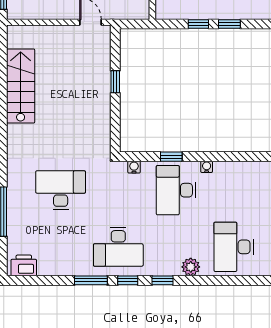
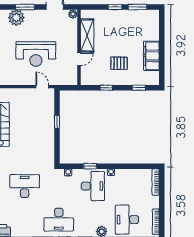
window: (229, 24) -> (139, 88), moved
desk: (176, 190) -> (93, 186), turned 180

